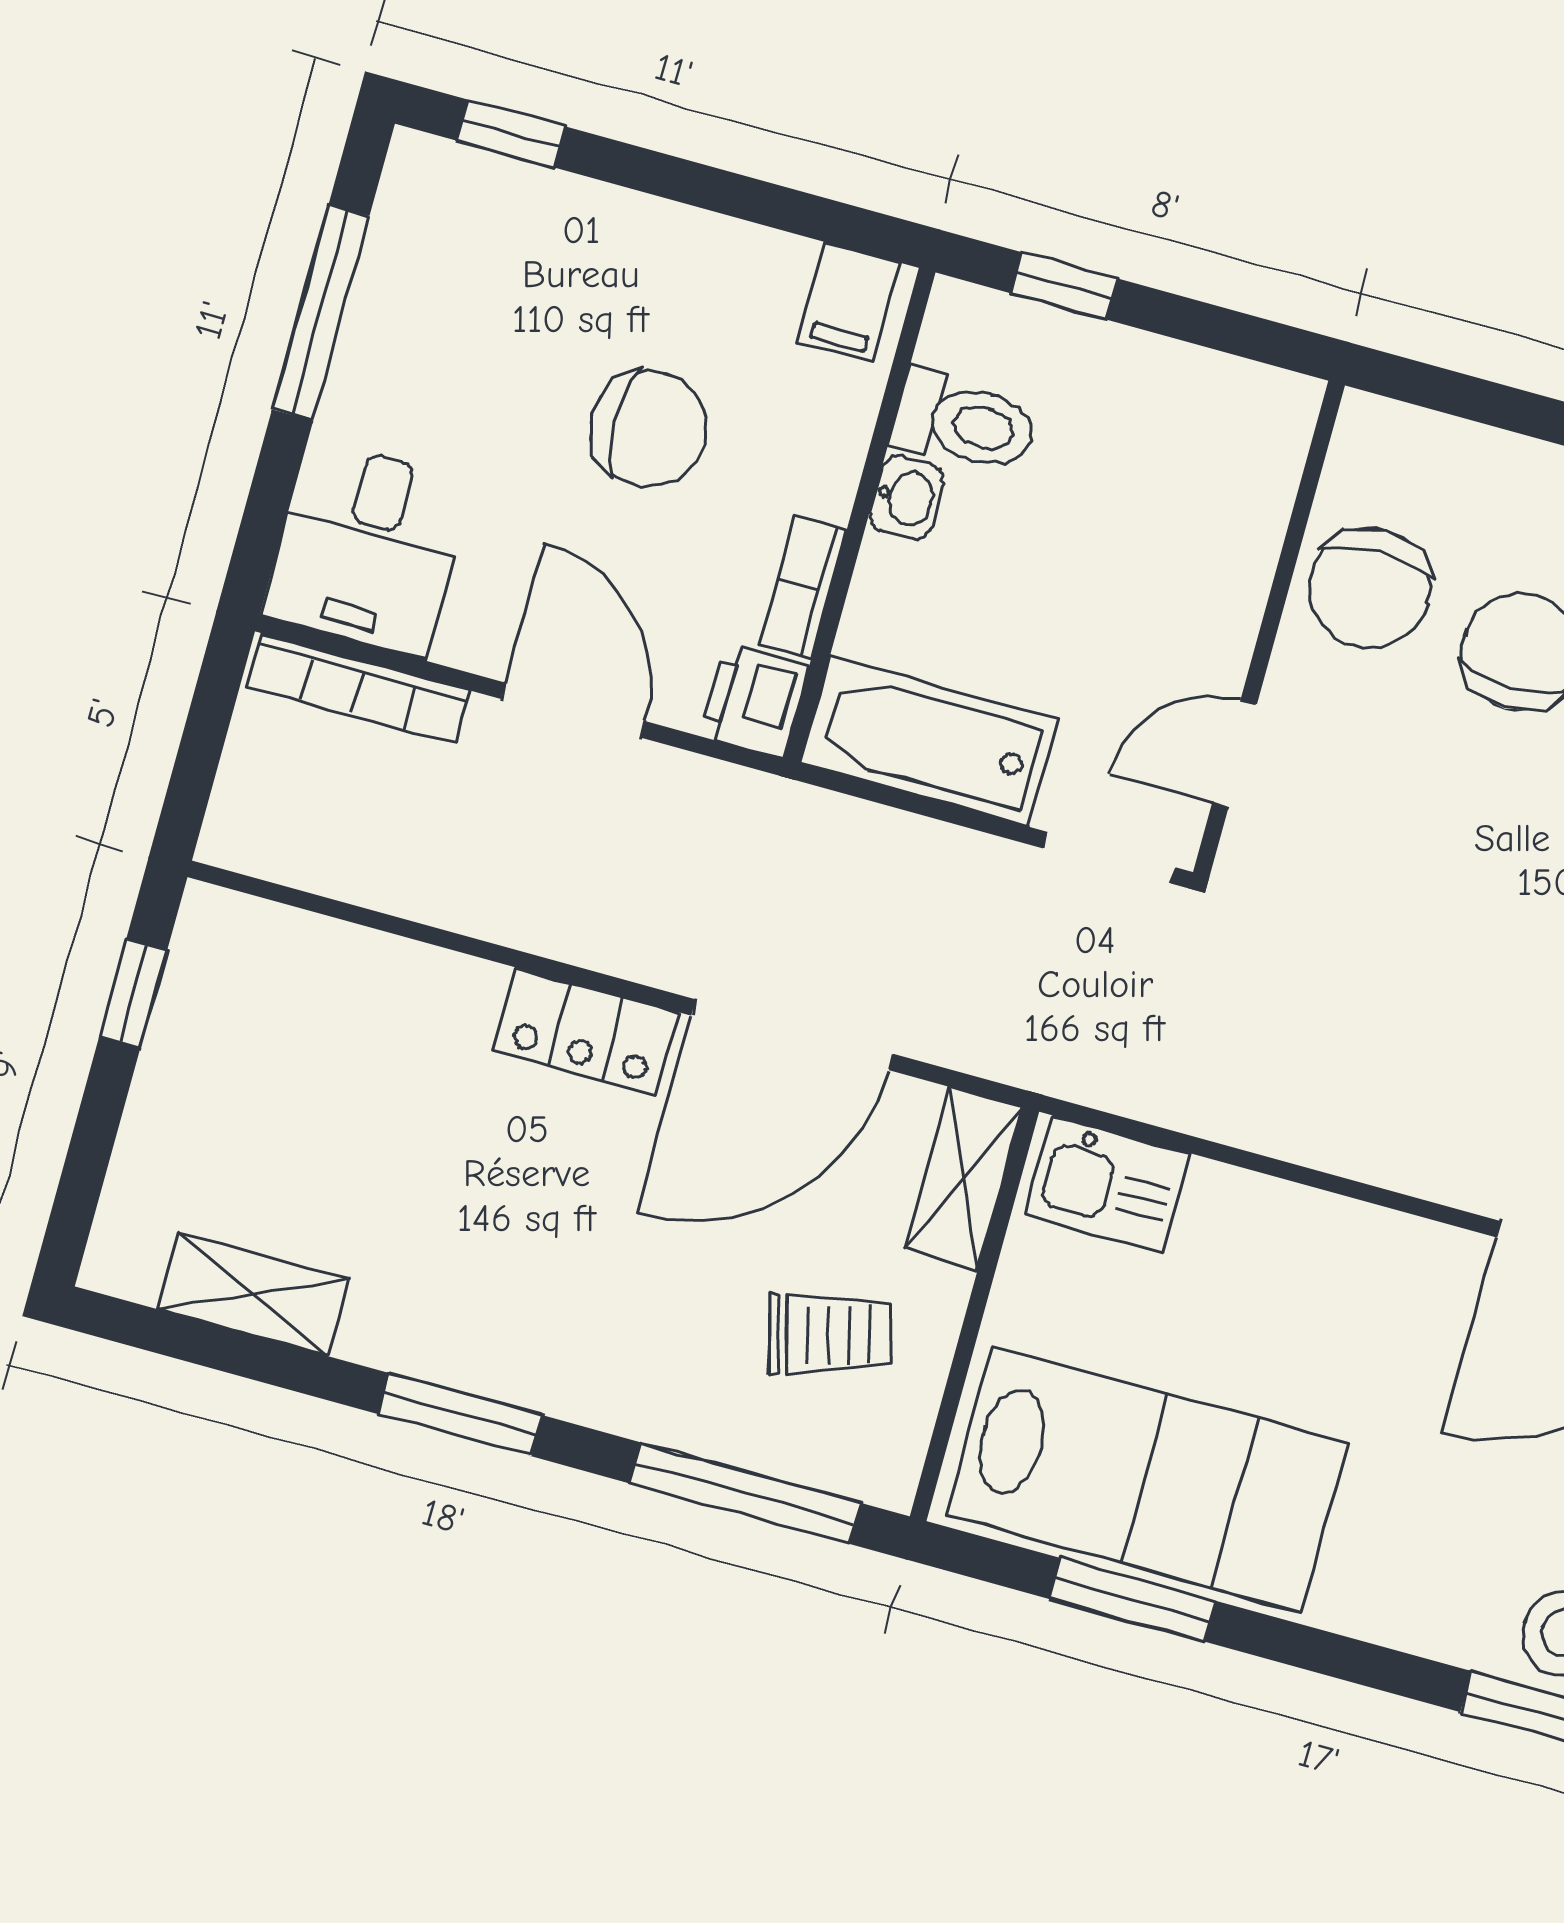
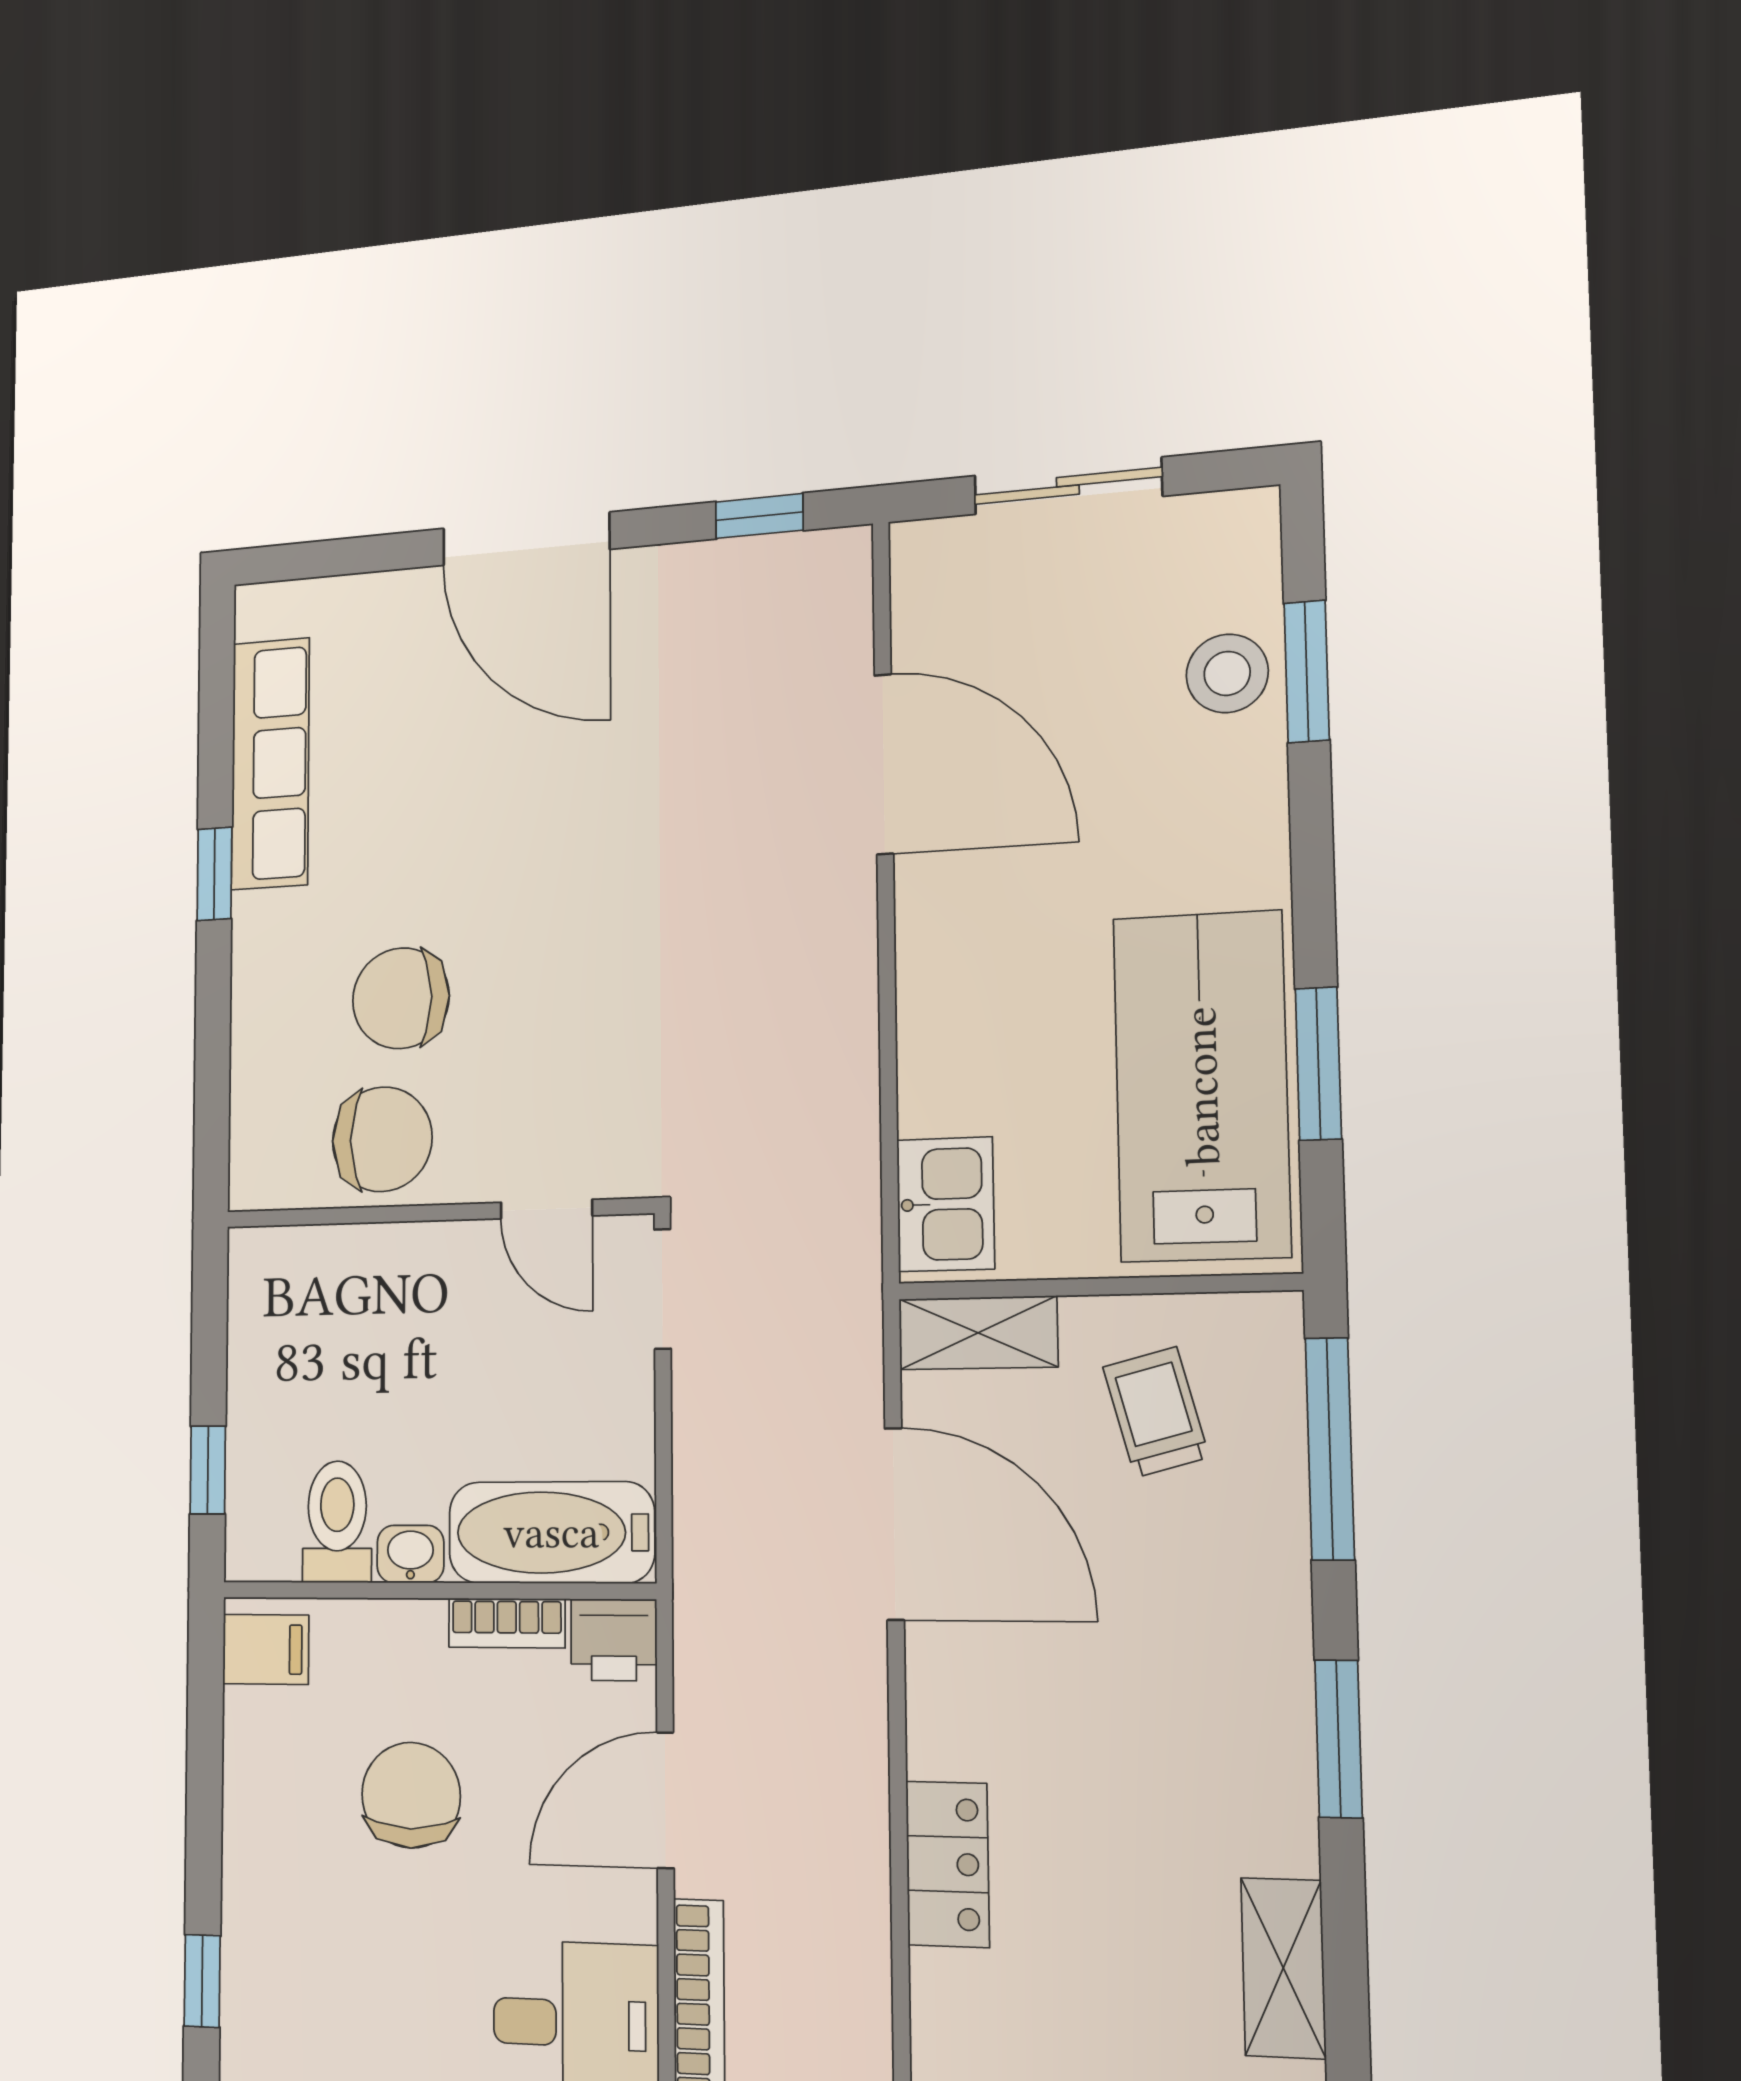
bathtub: (929, 741) -> (551, 1532), moved, turned 90
locker: (586, 1031) -> (948, 1864), moved

